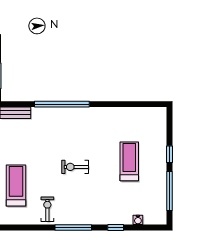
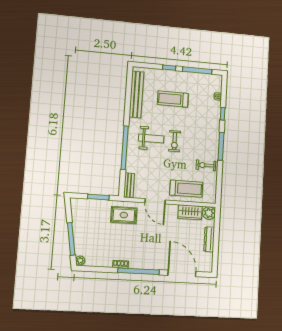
bench: (131, 114) -> (136, 94), added
weight bench: (76, 137) -> (151, 138), added
treadmill: (16, 186) -> (186, 189), turned 180

